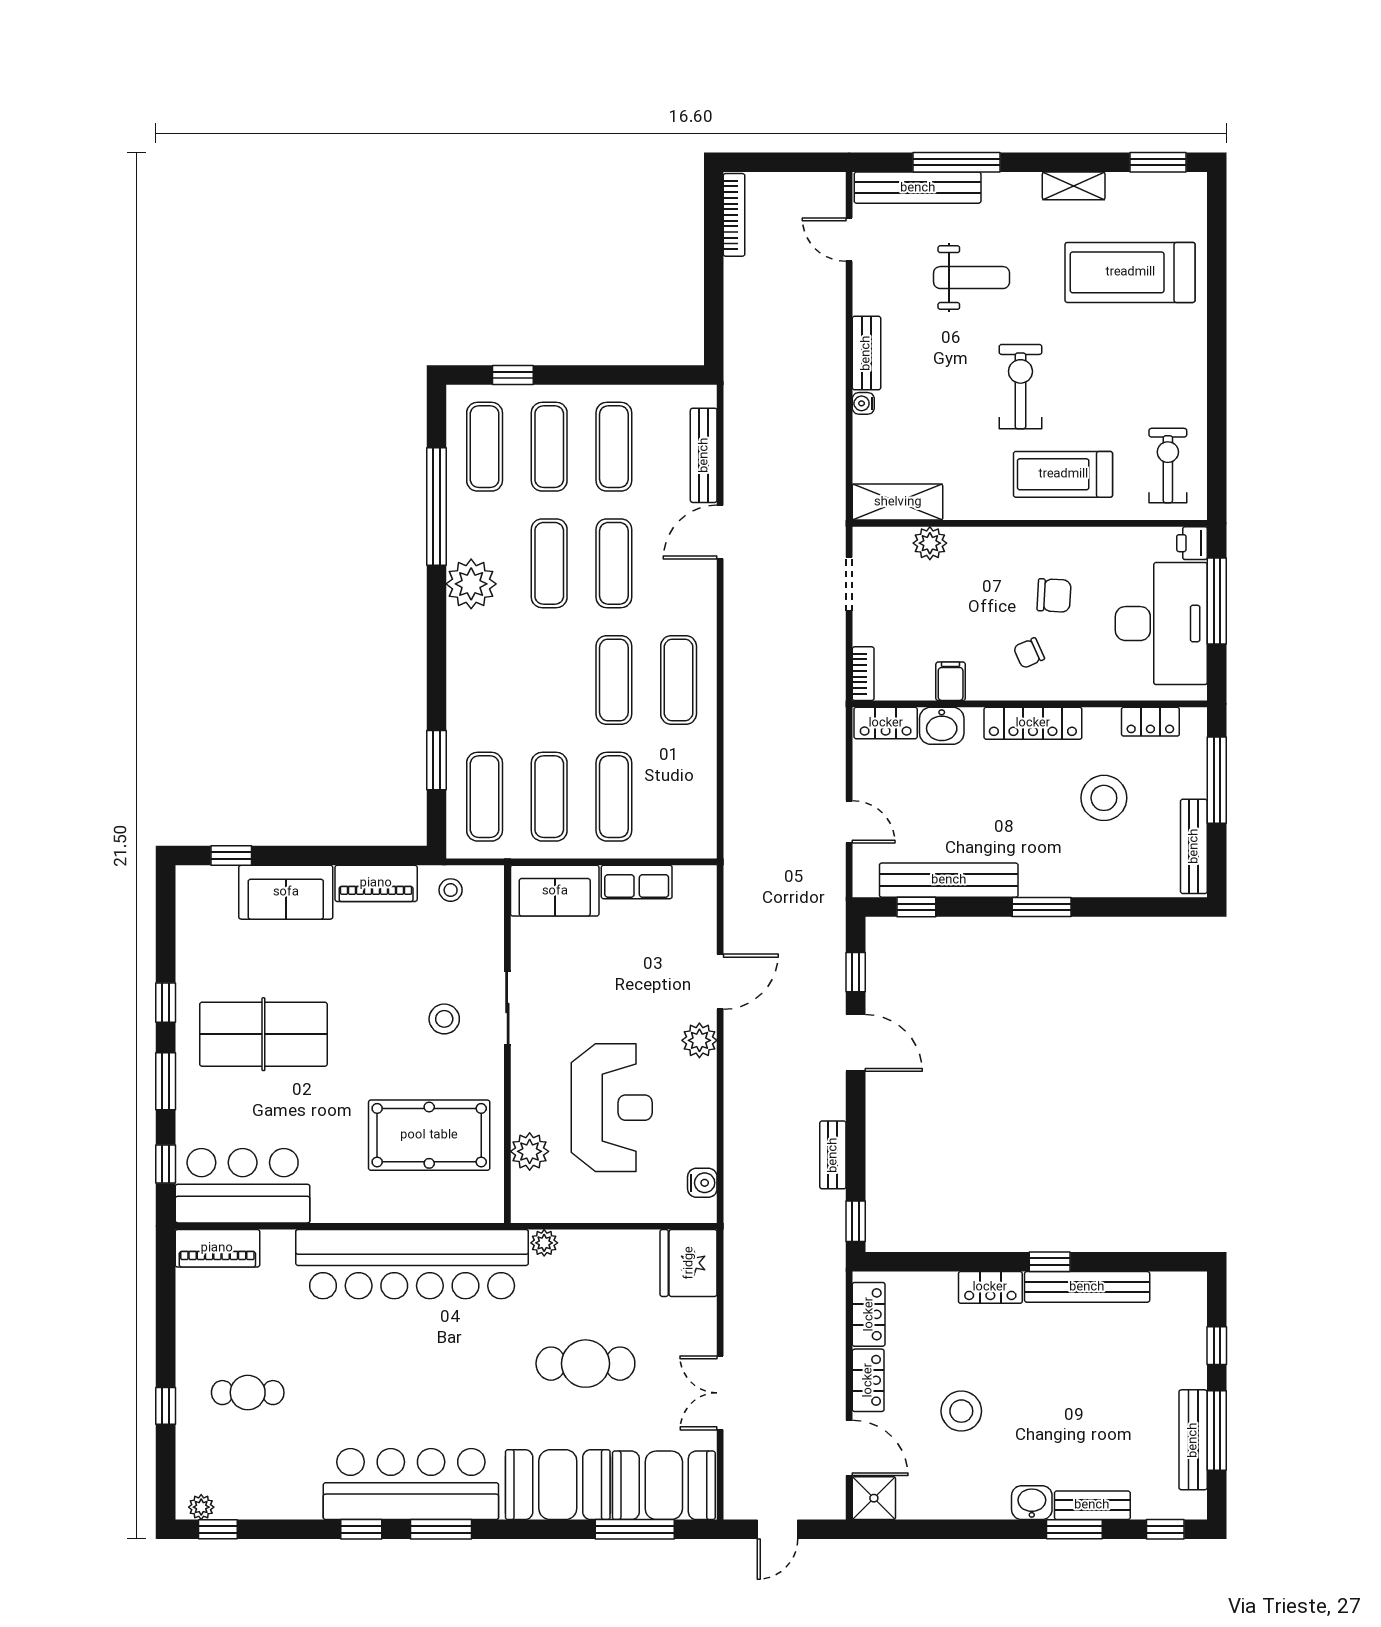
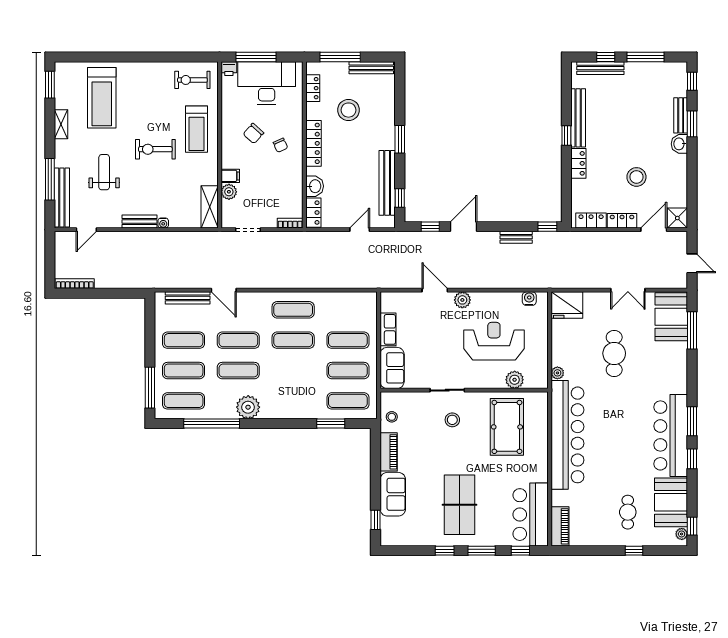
window: (513, 375) -> (150, 388), width x2.17
chair: (1054, 595) -> (253, 133), turned -141
filing cabinet: (951, 681) -> (230, 176), moved, turned 180
bench: (1193, 1440) -> (600, 68), moved
booth: (558, 1485) -> (671, 502), moved

